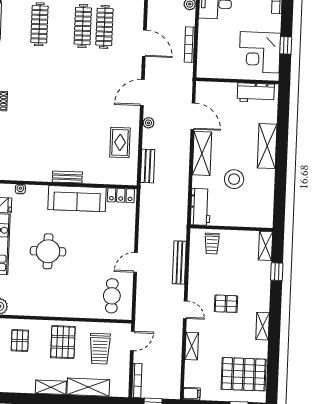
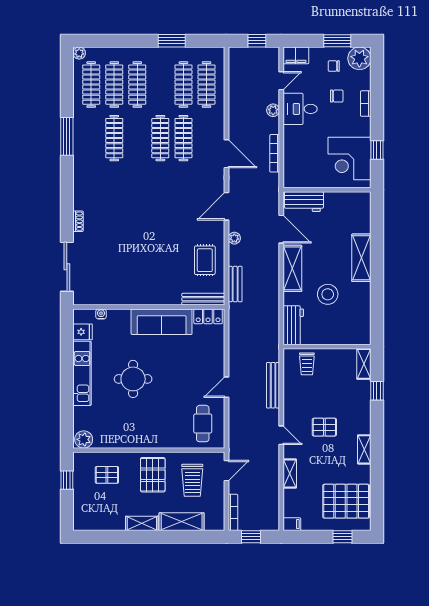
workbench: (256, 93) -> (304, 202), moved
bench: (67, 177) -> (203, 299), moved, width x1.36
pallet: (20, 340) -> (107, 475), turned 90

